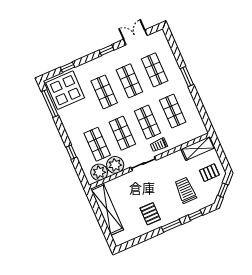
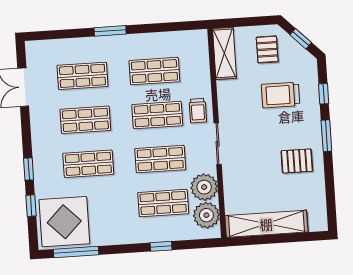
window: (107, 50) -> (29, 169), moved

